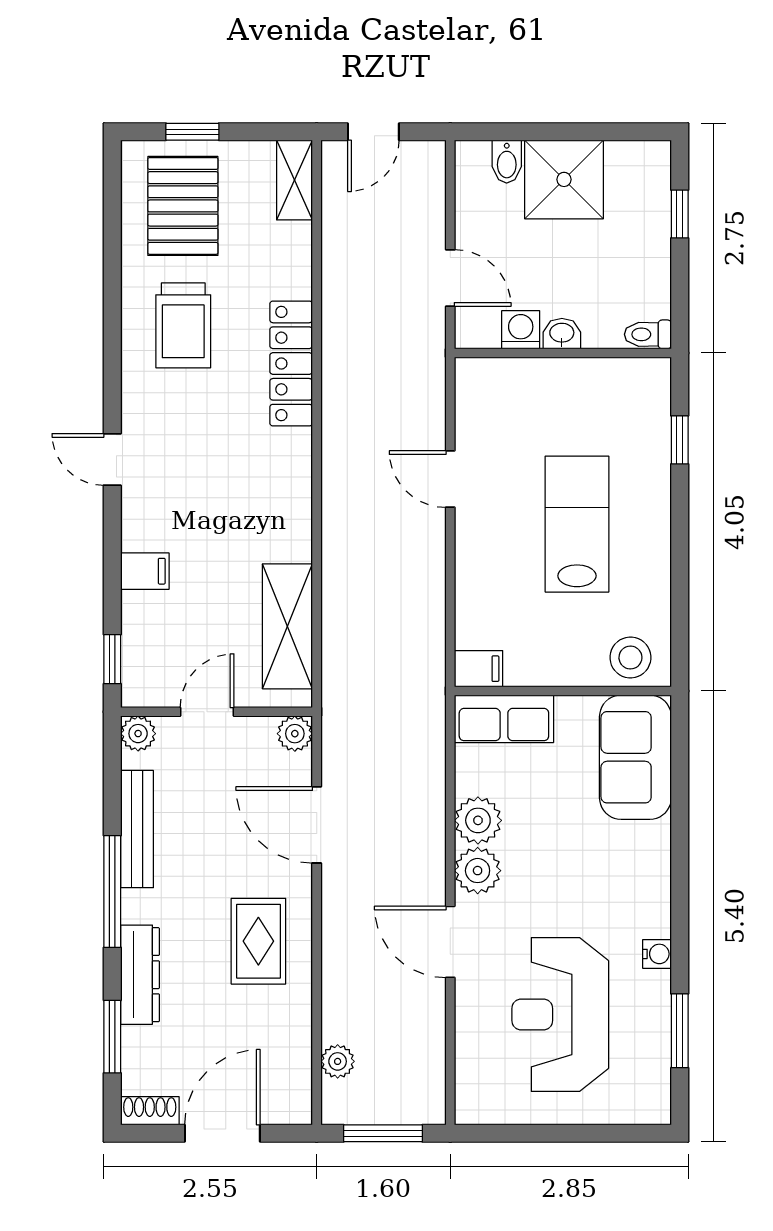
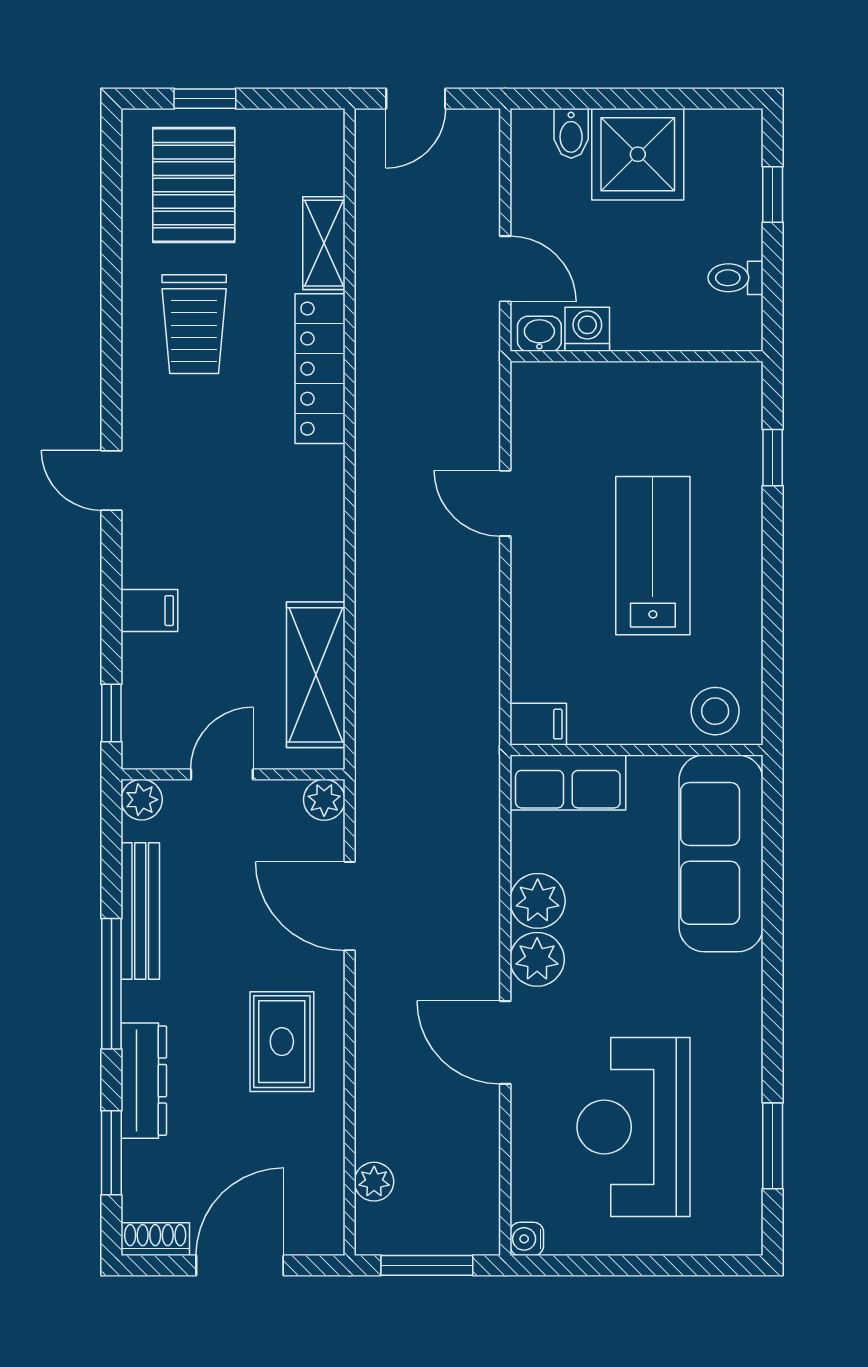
shelving: (295, 180) -> (324, 243), moved
washbasin: (562, 334) -> (539, 334), moved
toilet: (648, 334) -> (735, 278), moved
sofa: (635, 757) -> (721, 853), width x1.36
water cooler: (657, 954) -> (527, 1239), moved, turned 180

